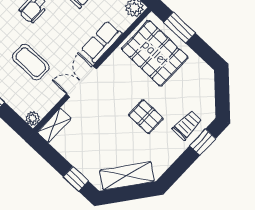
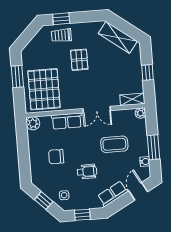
window: (179, 28) -> (17, 77), moved
coffee table: (31, 62) -> (114, 144), turned 90
window: (76, 179) -> (147, 72), moved

